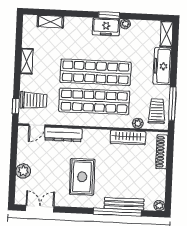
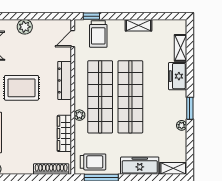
freezer: (106, 27) -> (178, 76), moved
plant: (138, 123) -> (79, 115), moved
door: (37, 125) -> (73, 39), hinge flipped
dresser: (63, 134) -> (65, 80), moved

